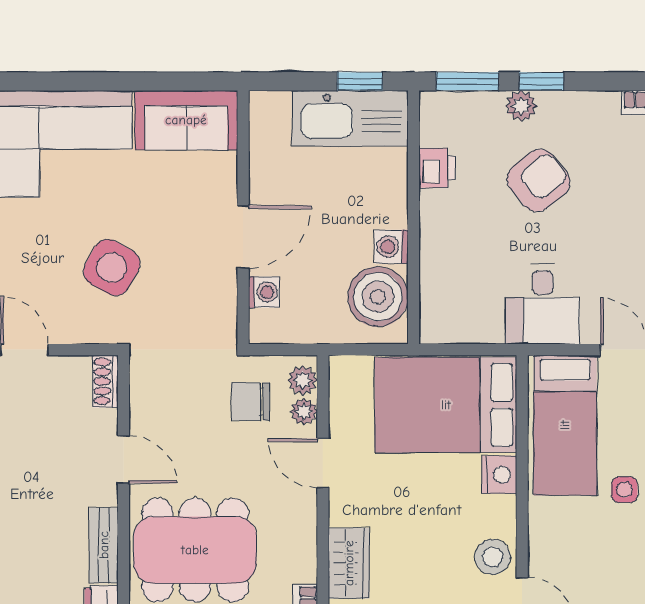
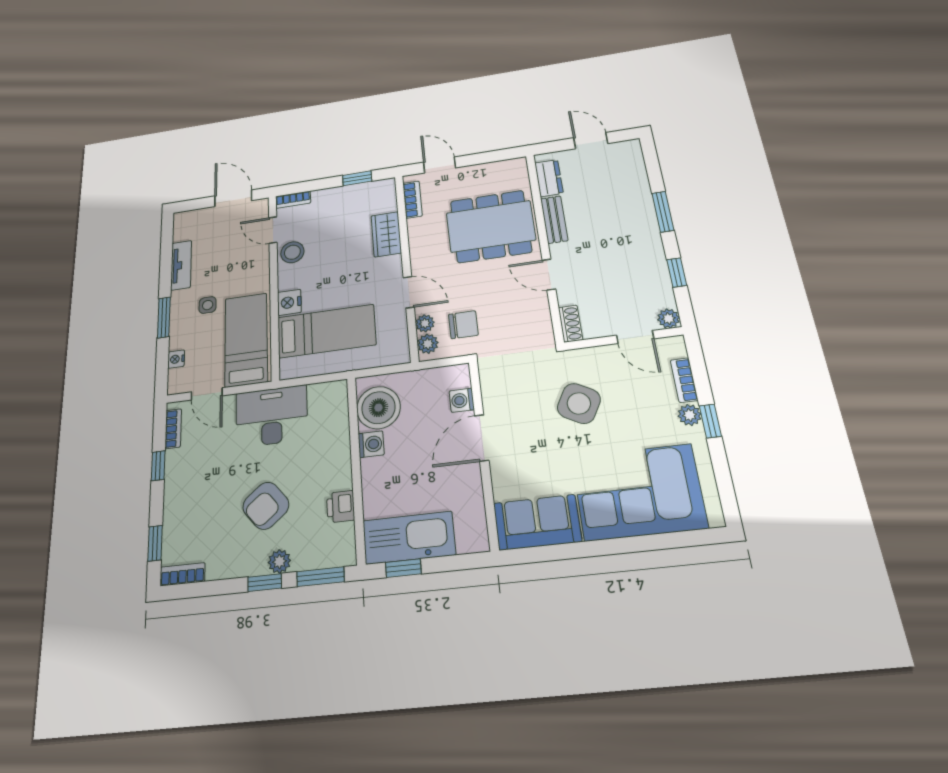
desk: (543, 304) -> (272, 416), width x1.37
bed: (446, 405) -> (326, 331), width x0.67

